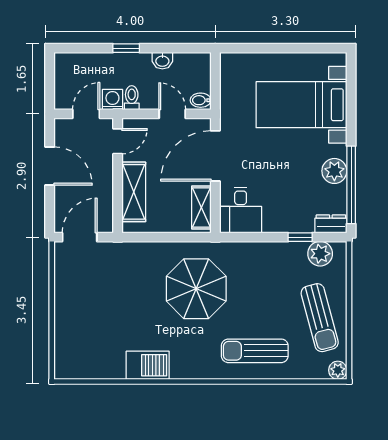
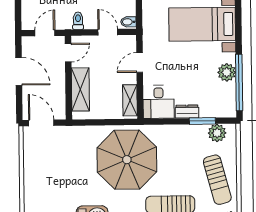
washing machine: (112, 100) -> (64, 22), removed
door: (215, 156) -> (140, 62), width x0.53
dresser: (331, 224) -> (187, 112), moved
door: (80, 237) -> (41, 123), hinge flipped
window: (300, 237) -> (202, 121), width x1.50
parasol: (196, 289) -> (127, 160), width x1.36, depth x1.36

